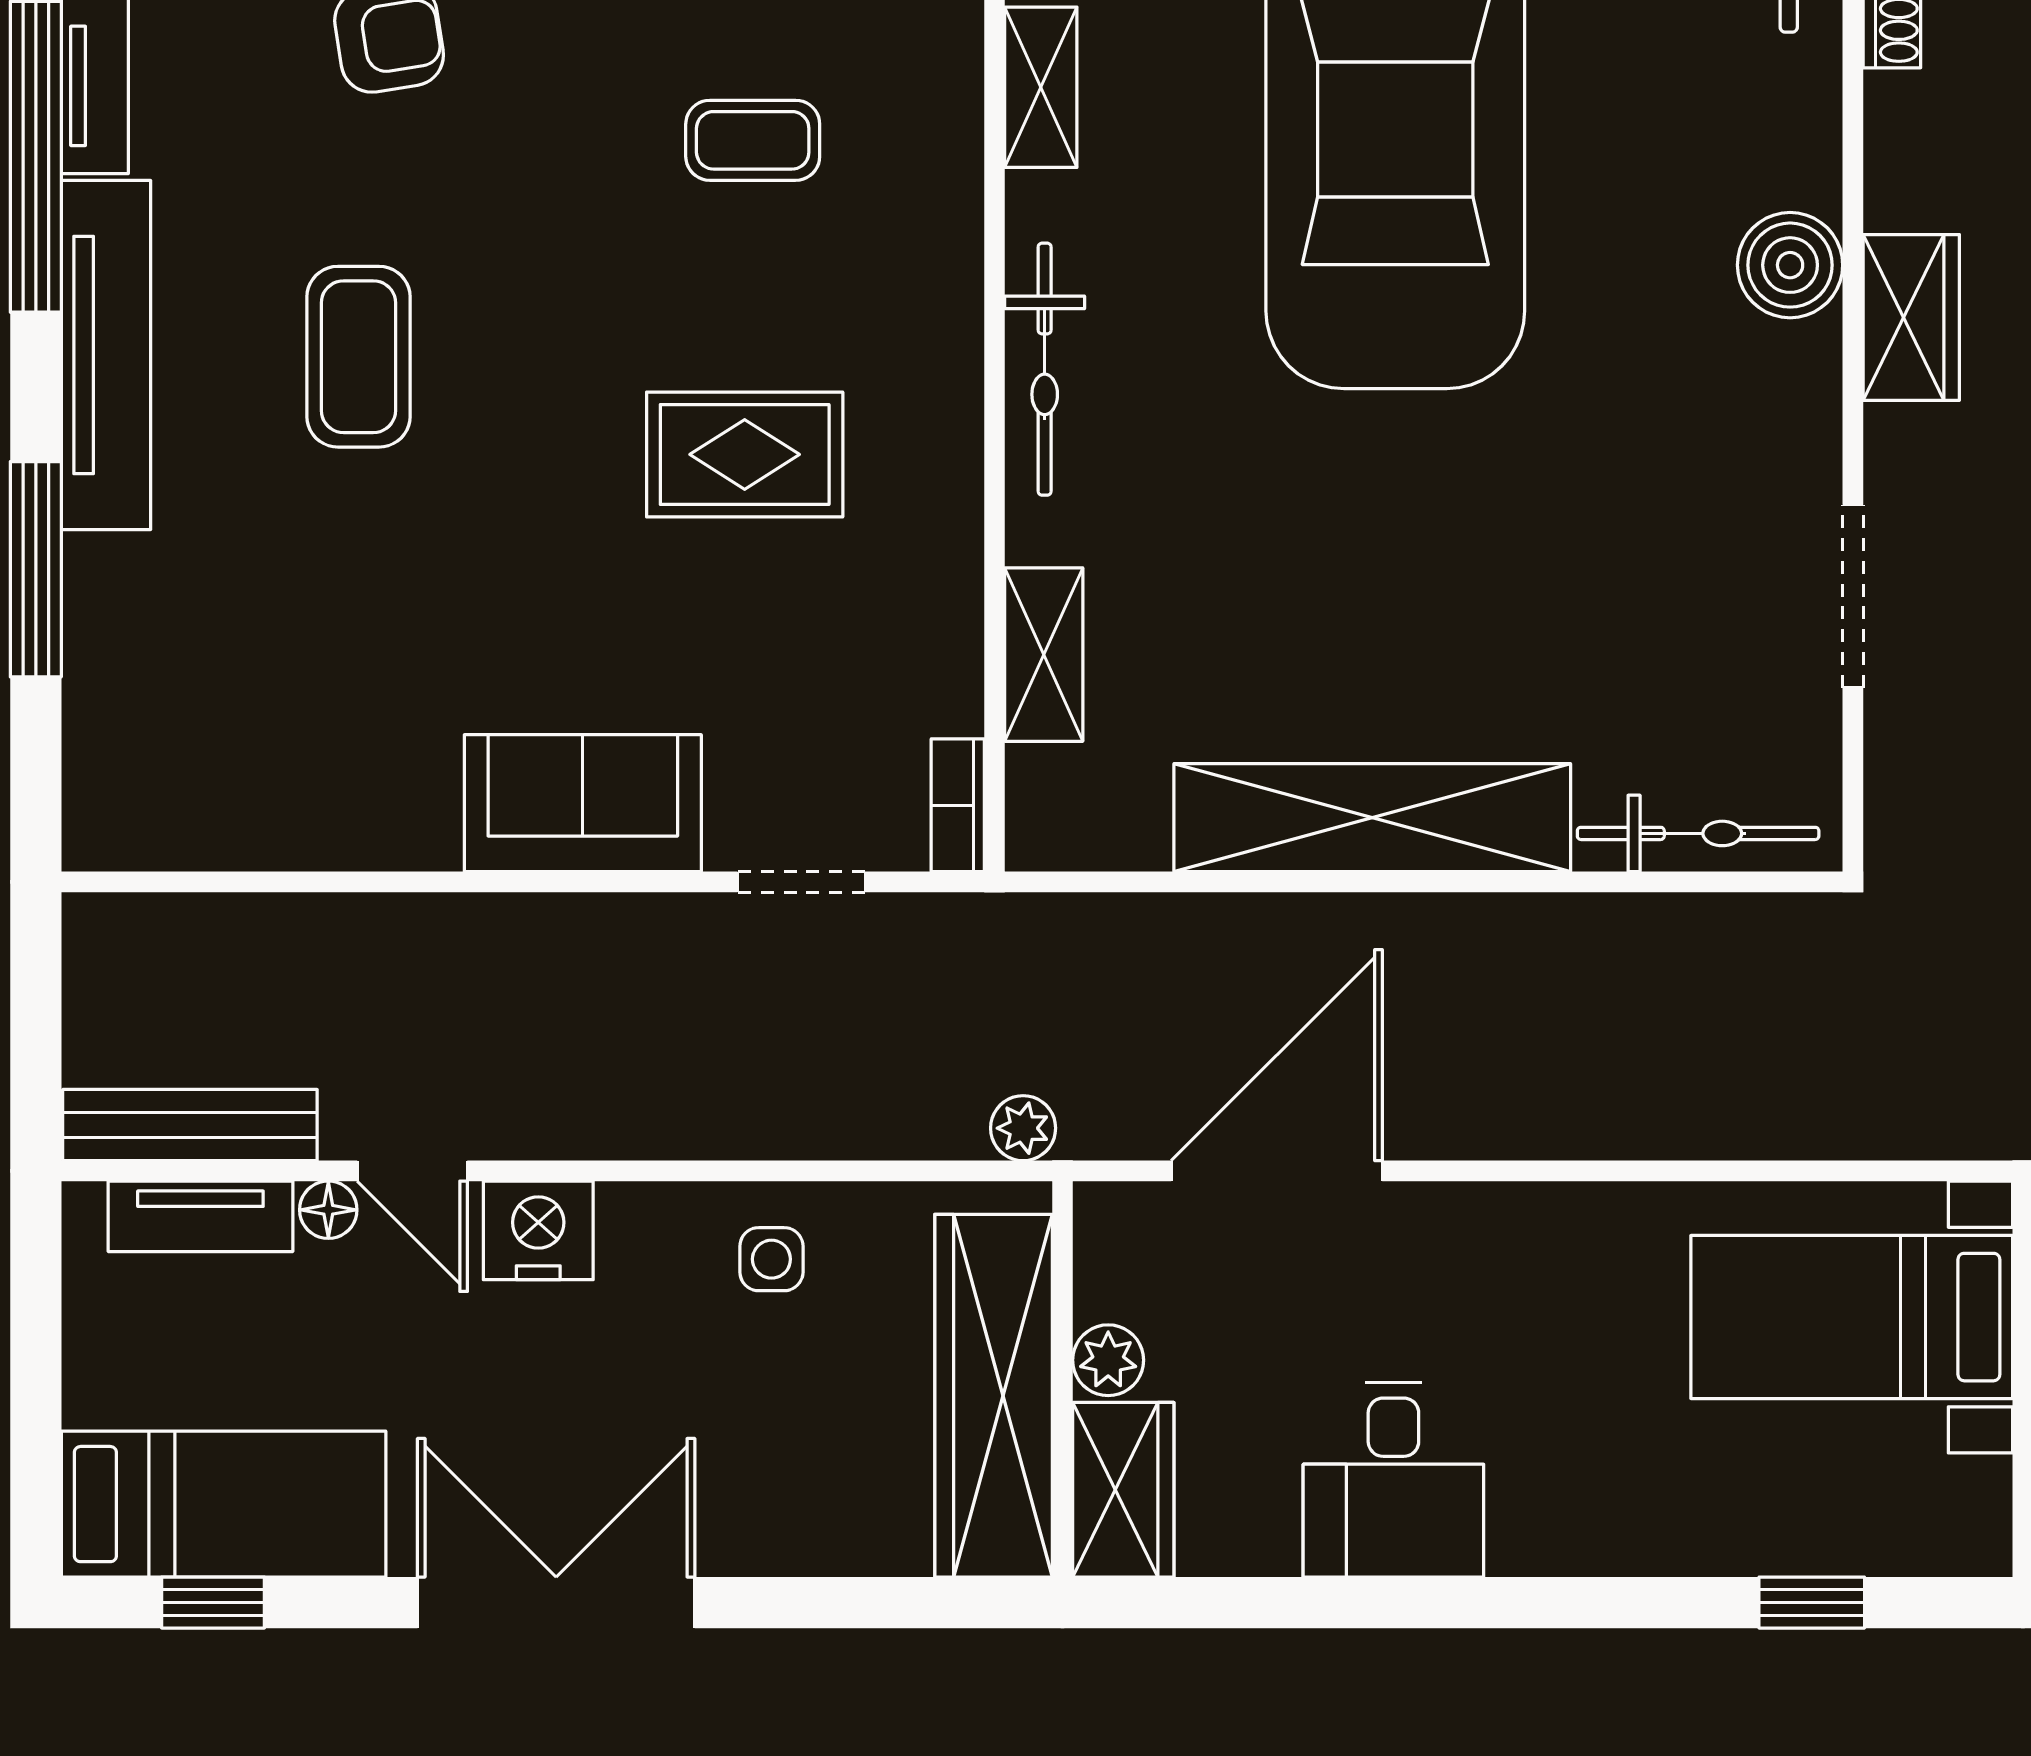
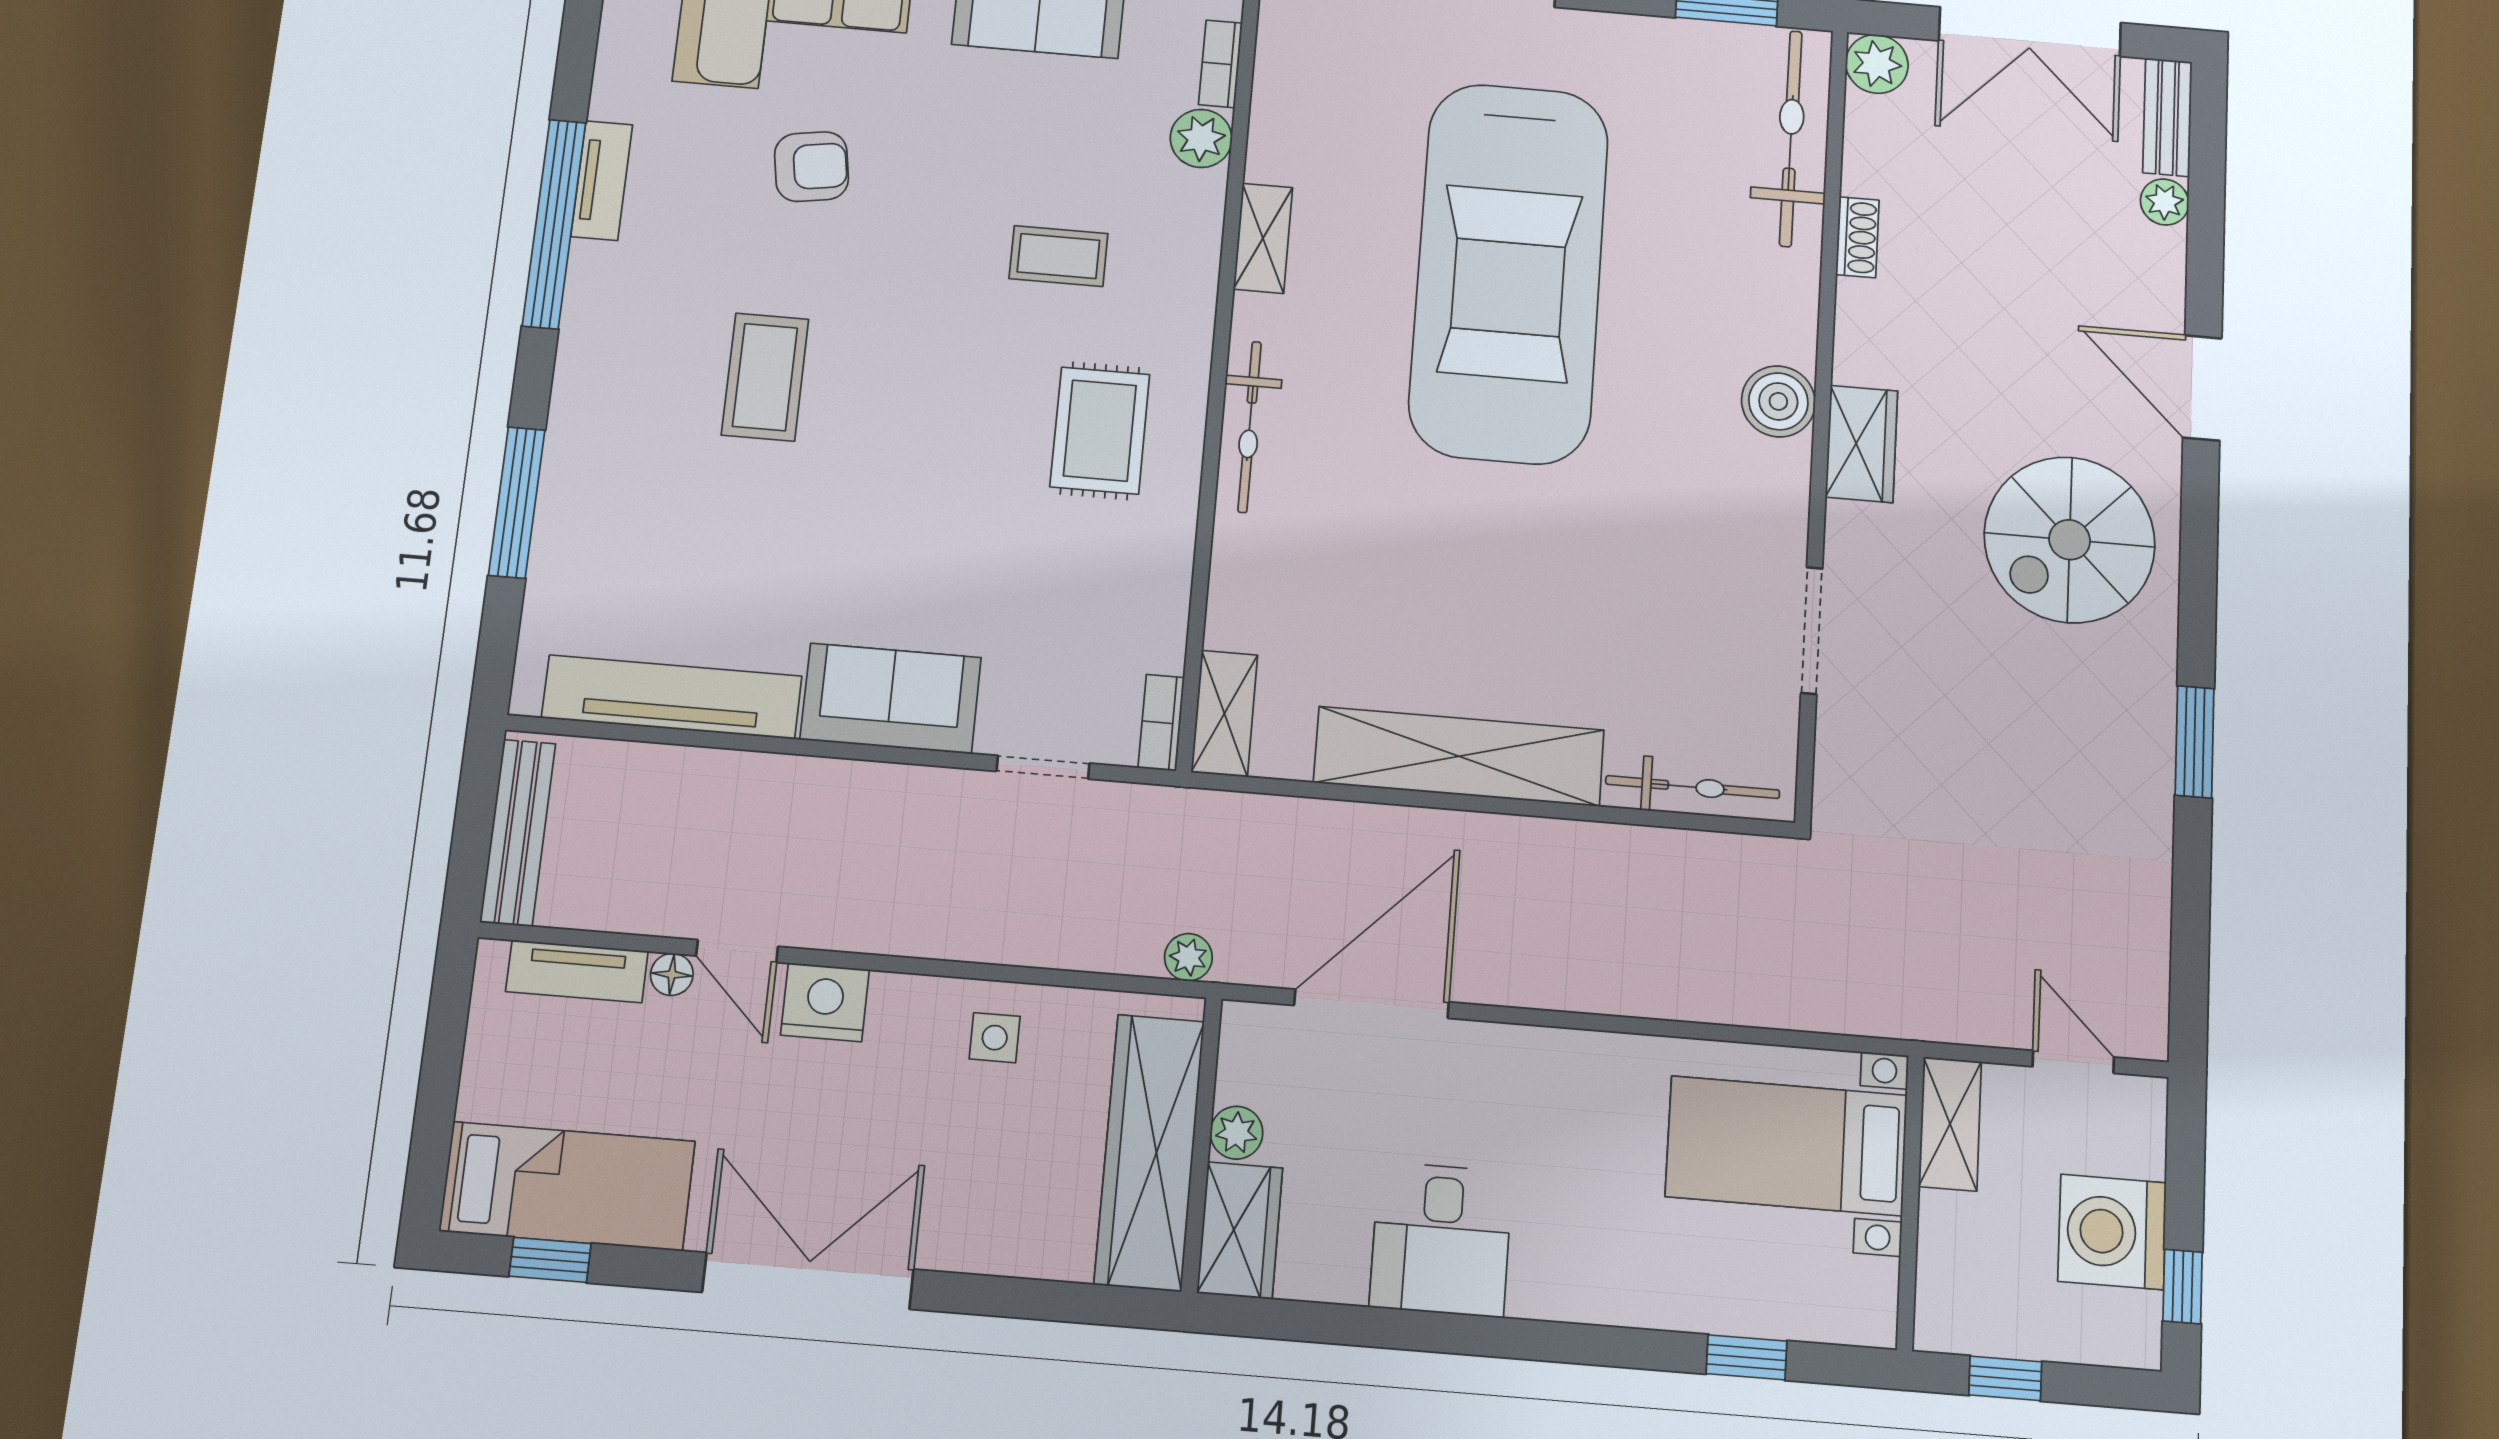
tv unit: (106, 355) -> (672, 697), moved, turned -90
rug: (745, 454) -> (1100, 431), moved, turned 90
shelving: (1044, 655) -> (1224, 713), moved
bench: (190, 1125) -> (518, 833), moved, turned 90

